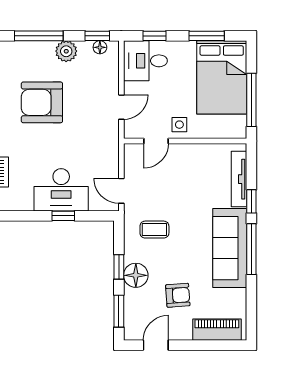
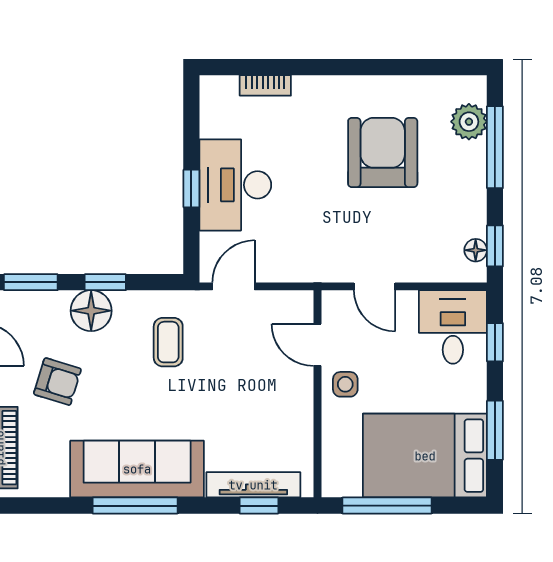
plant: (66, 51) -> (469, 122), moved
window: (251, 201) -> (259, 506), moved
armchair: (178, 295) -> (57, 382), turned -69

